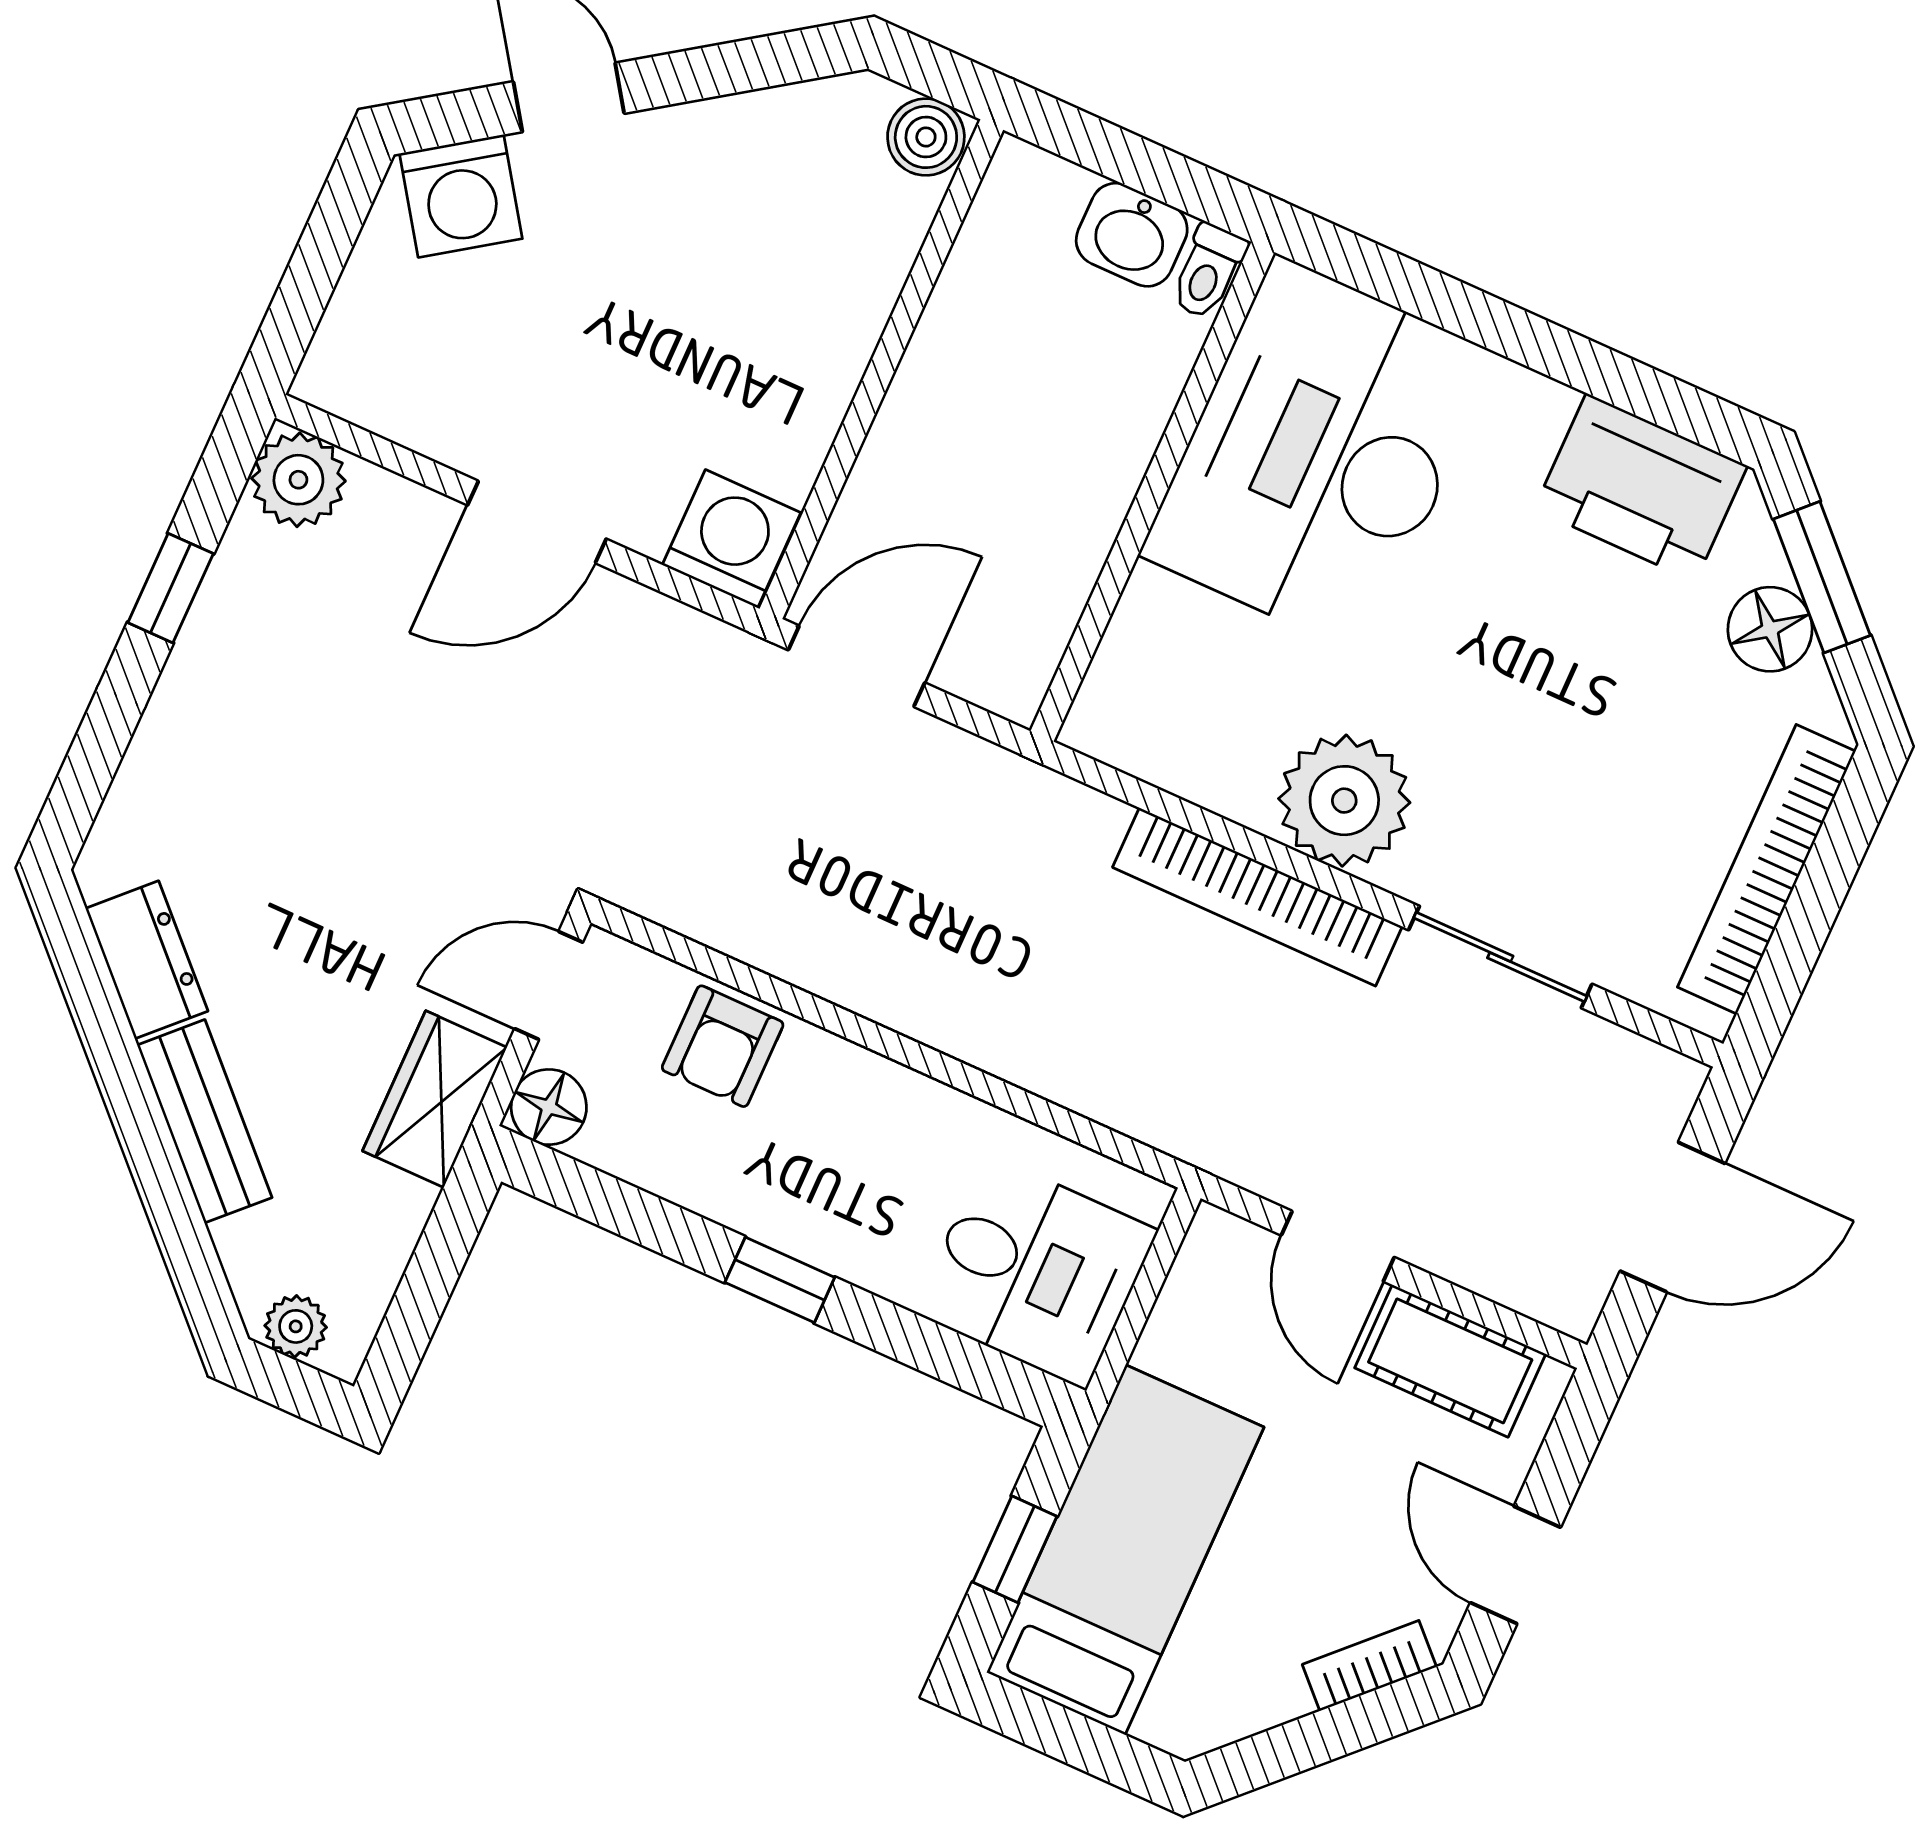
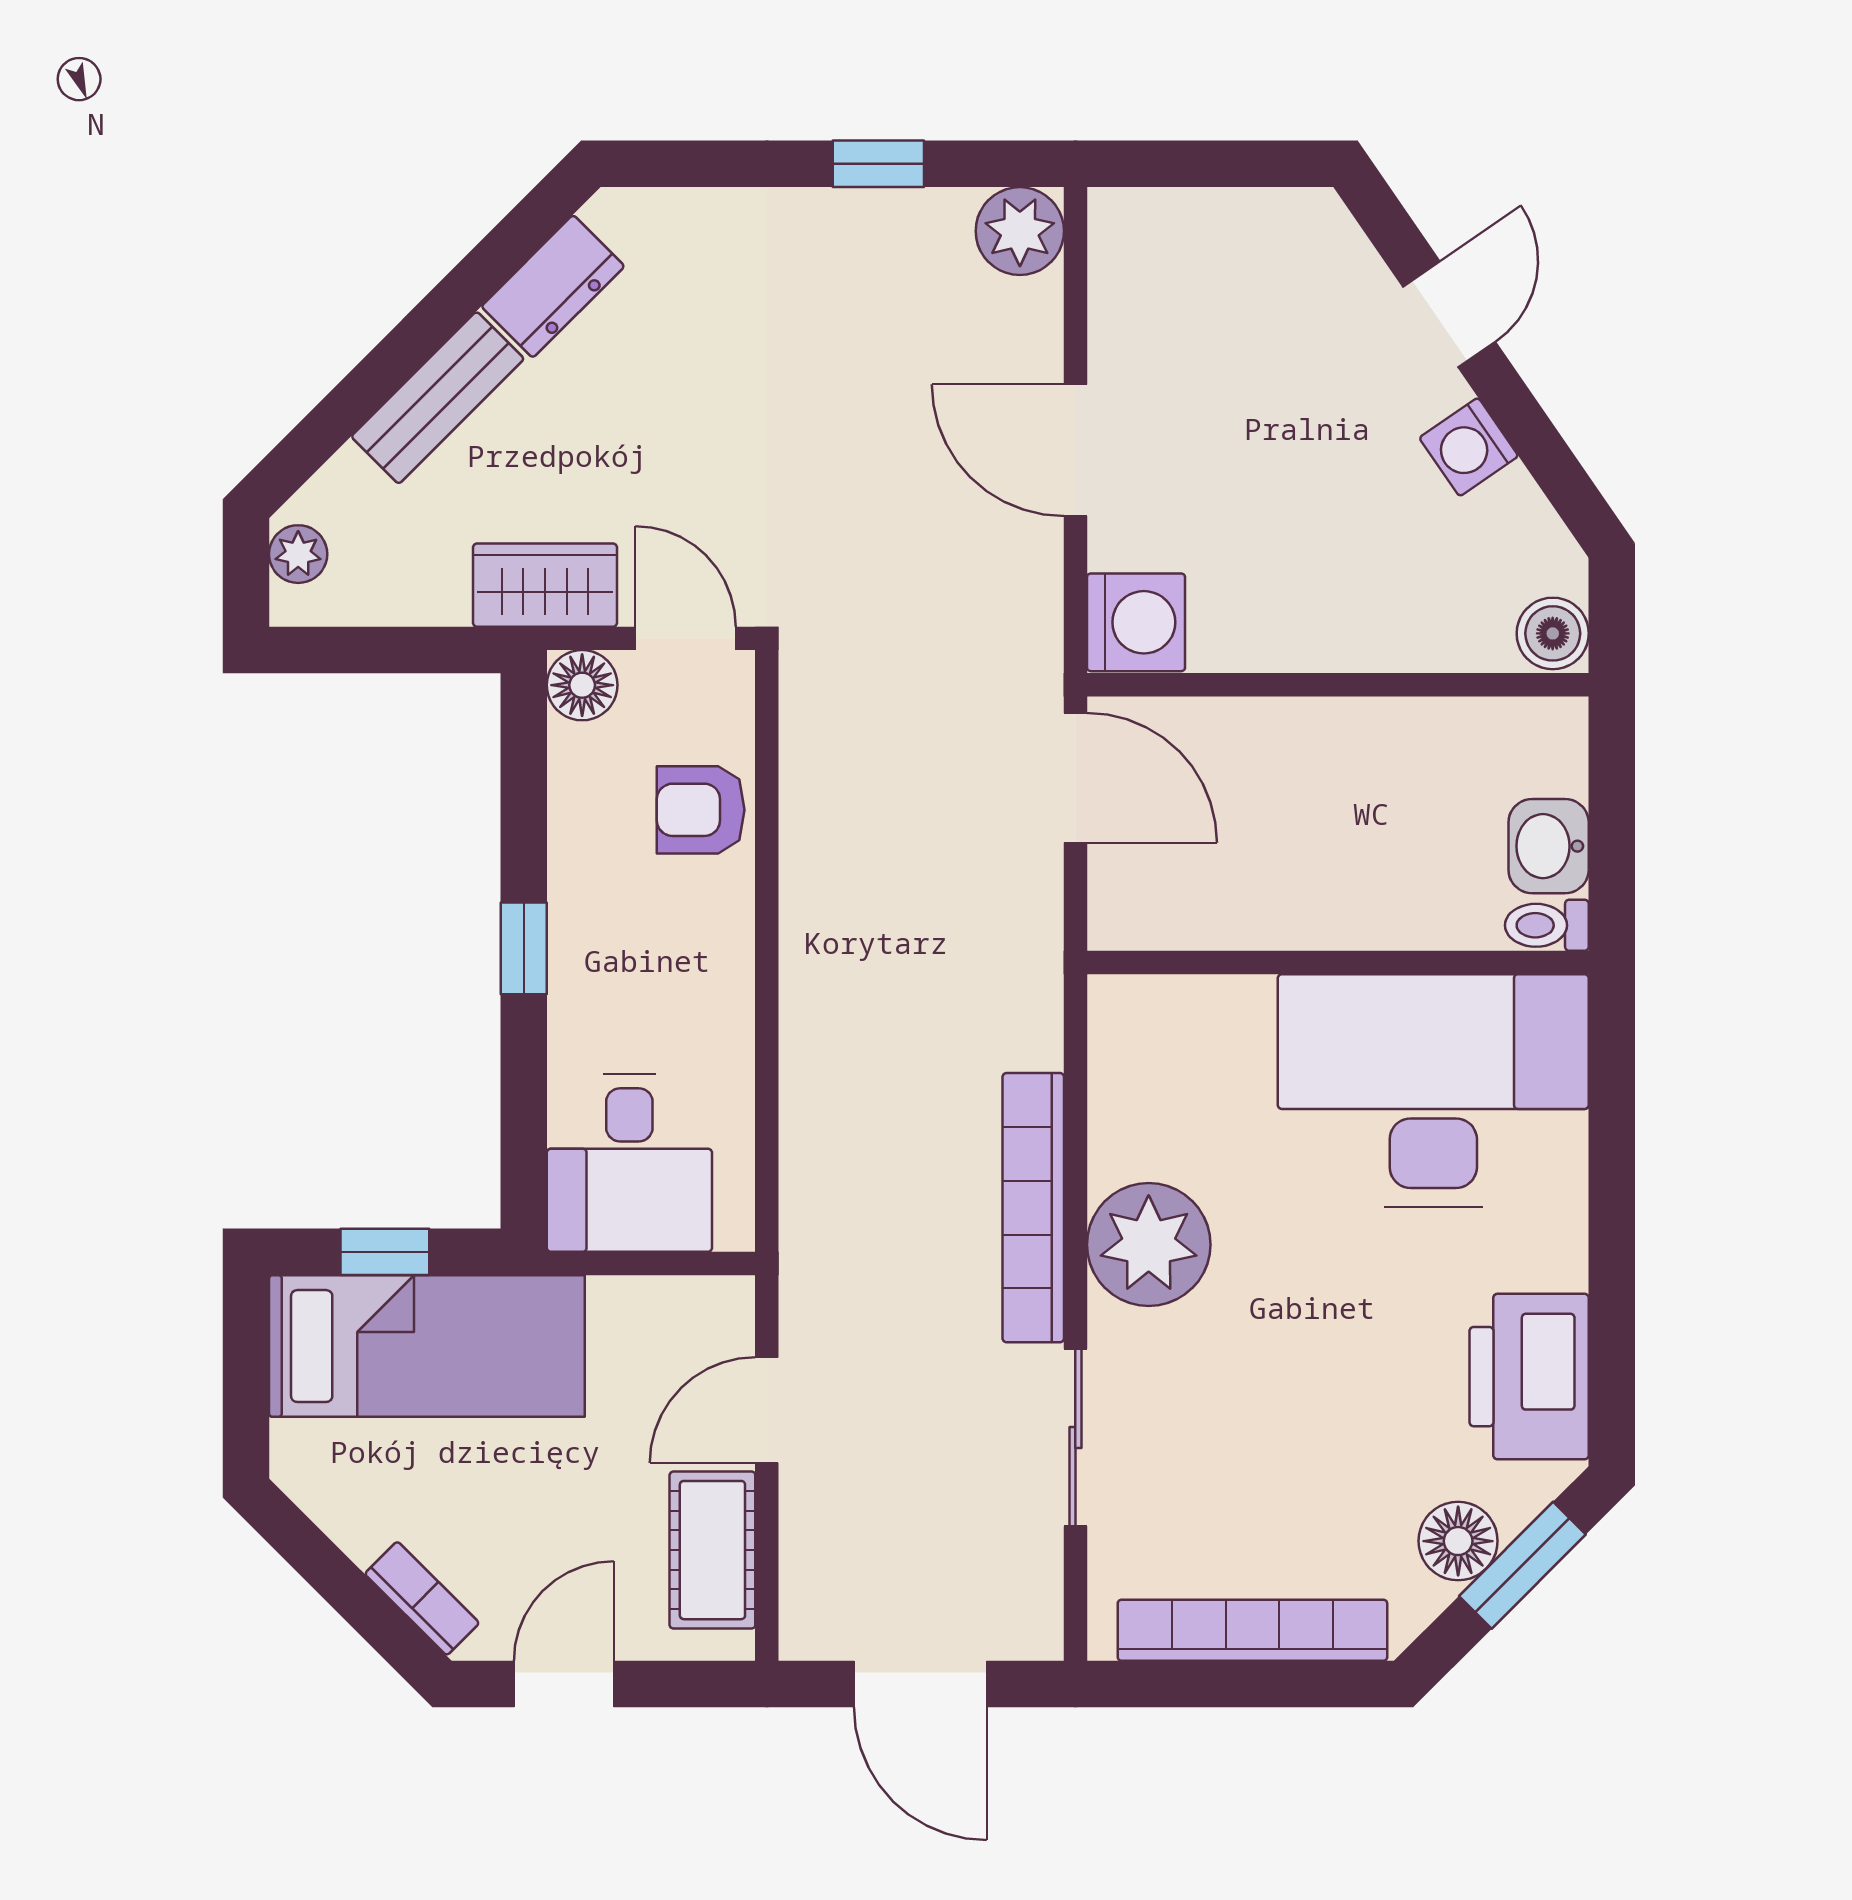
washing machine: (461, 196) -> (1469, 447), moved, width x0.73, depth x0.73

